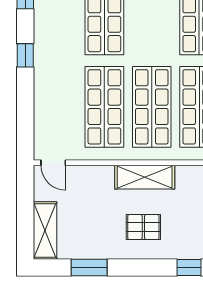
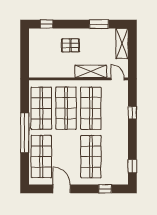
window: (25, 55) -> (132, 113), moved
shelving: (145, 177) -> (91, 71), moved

